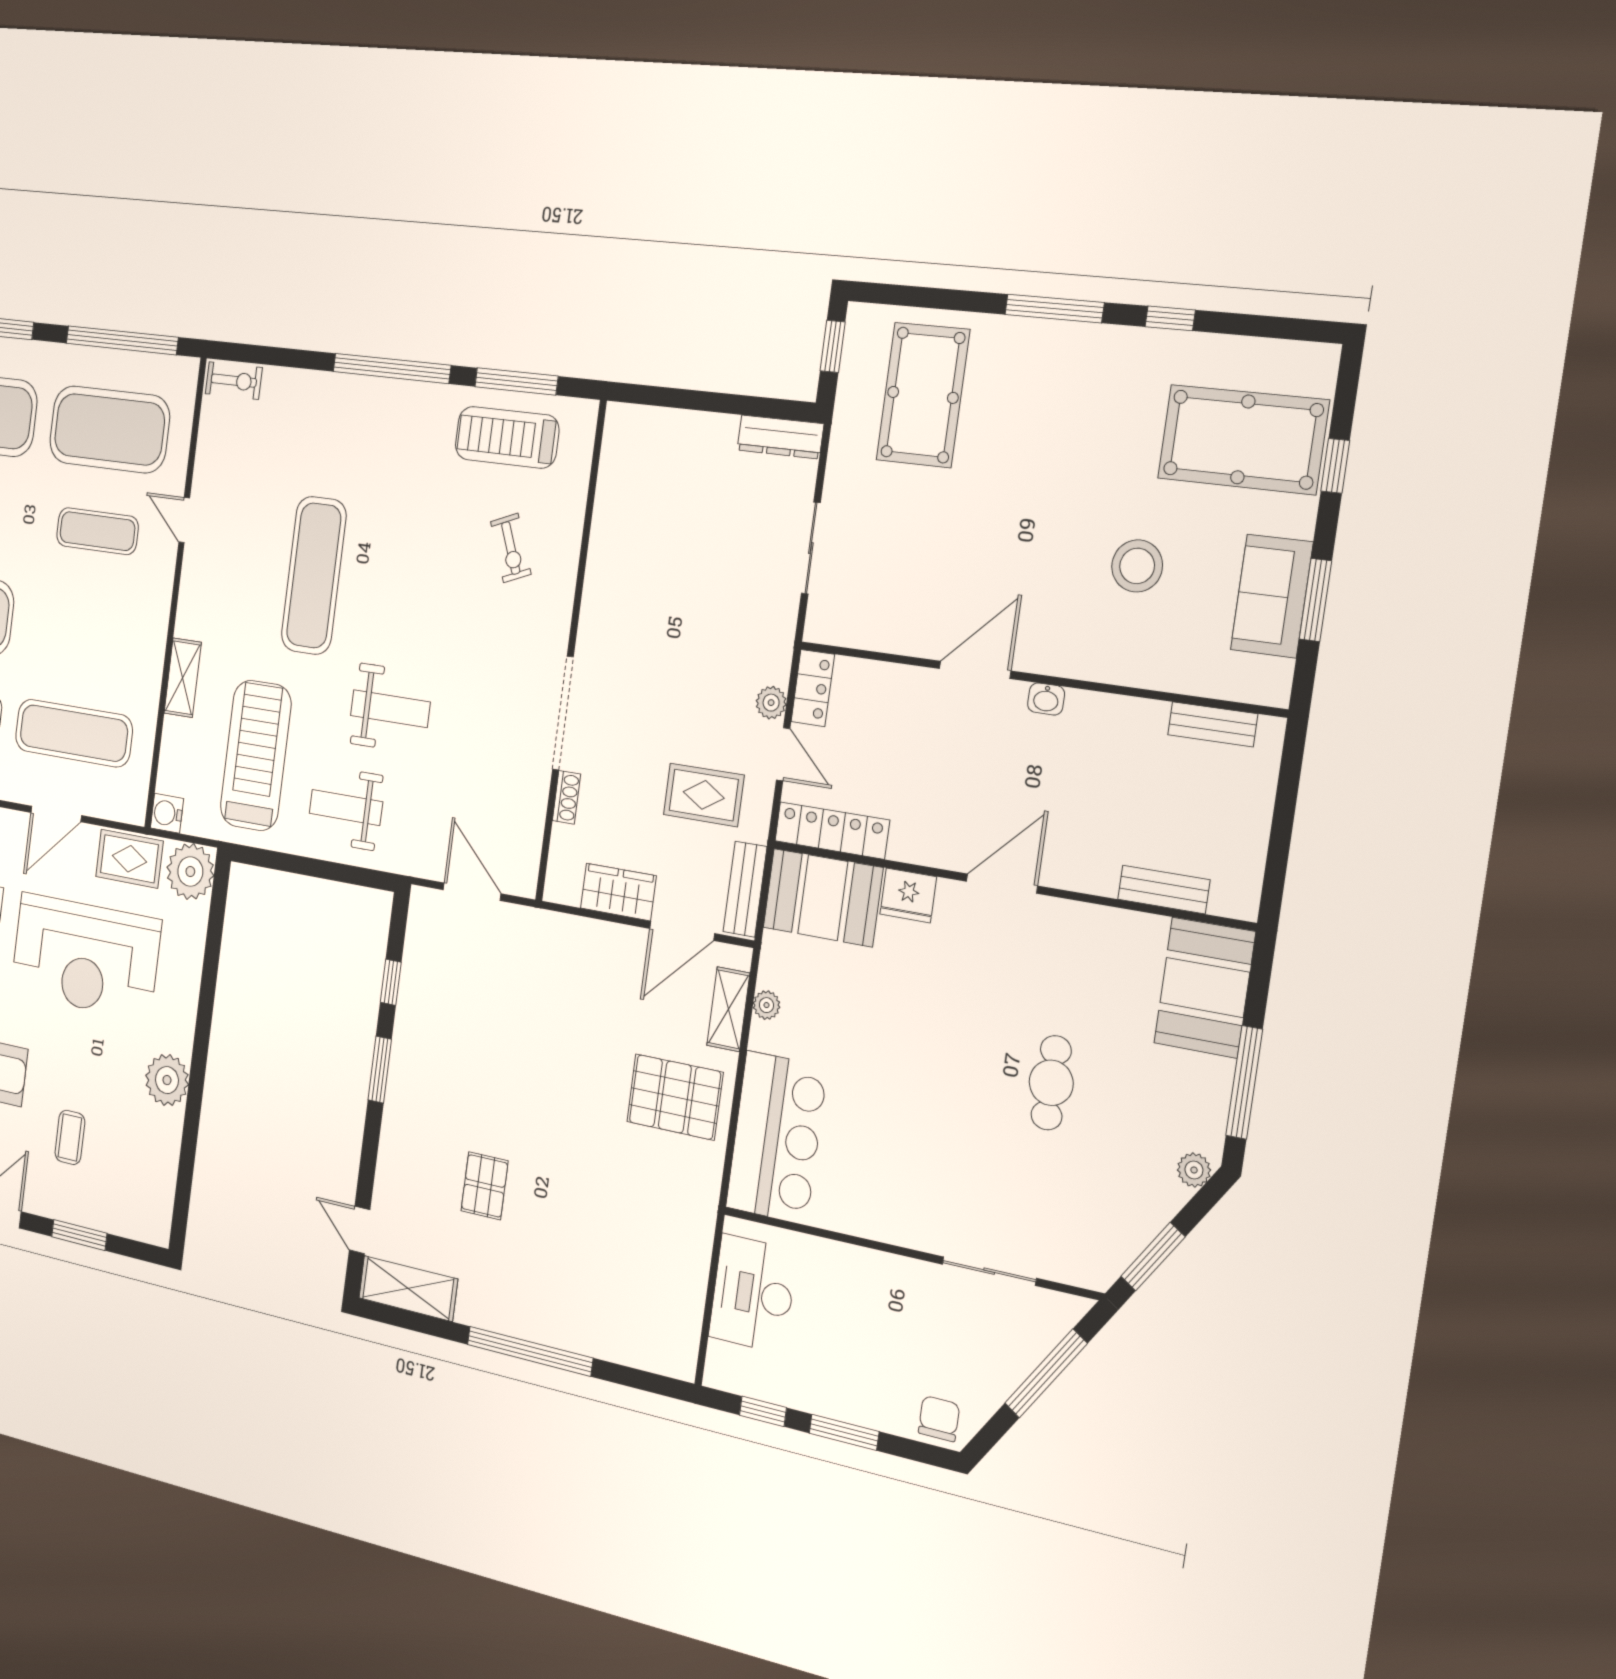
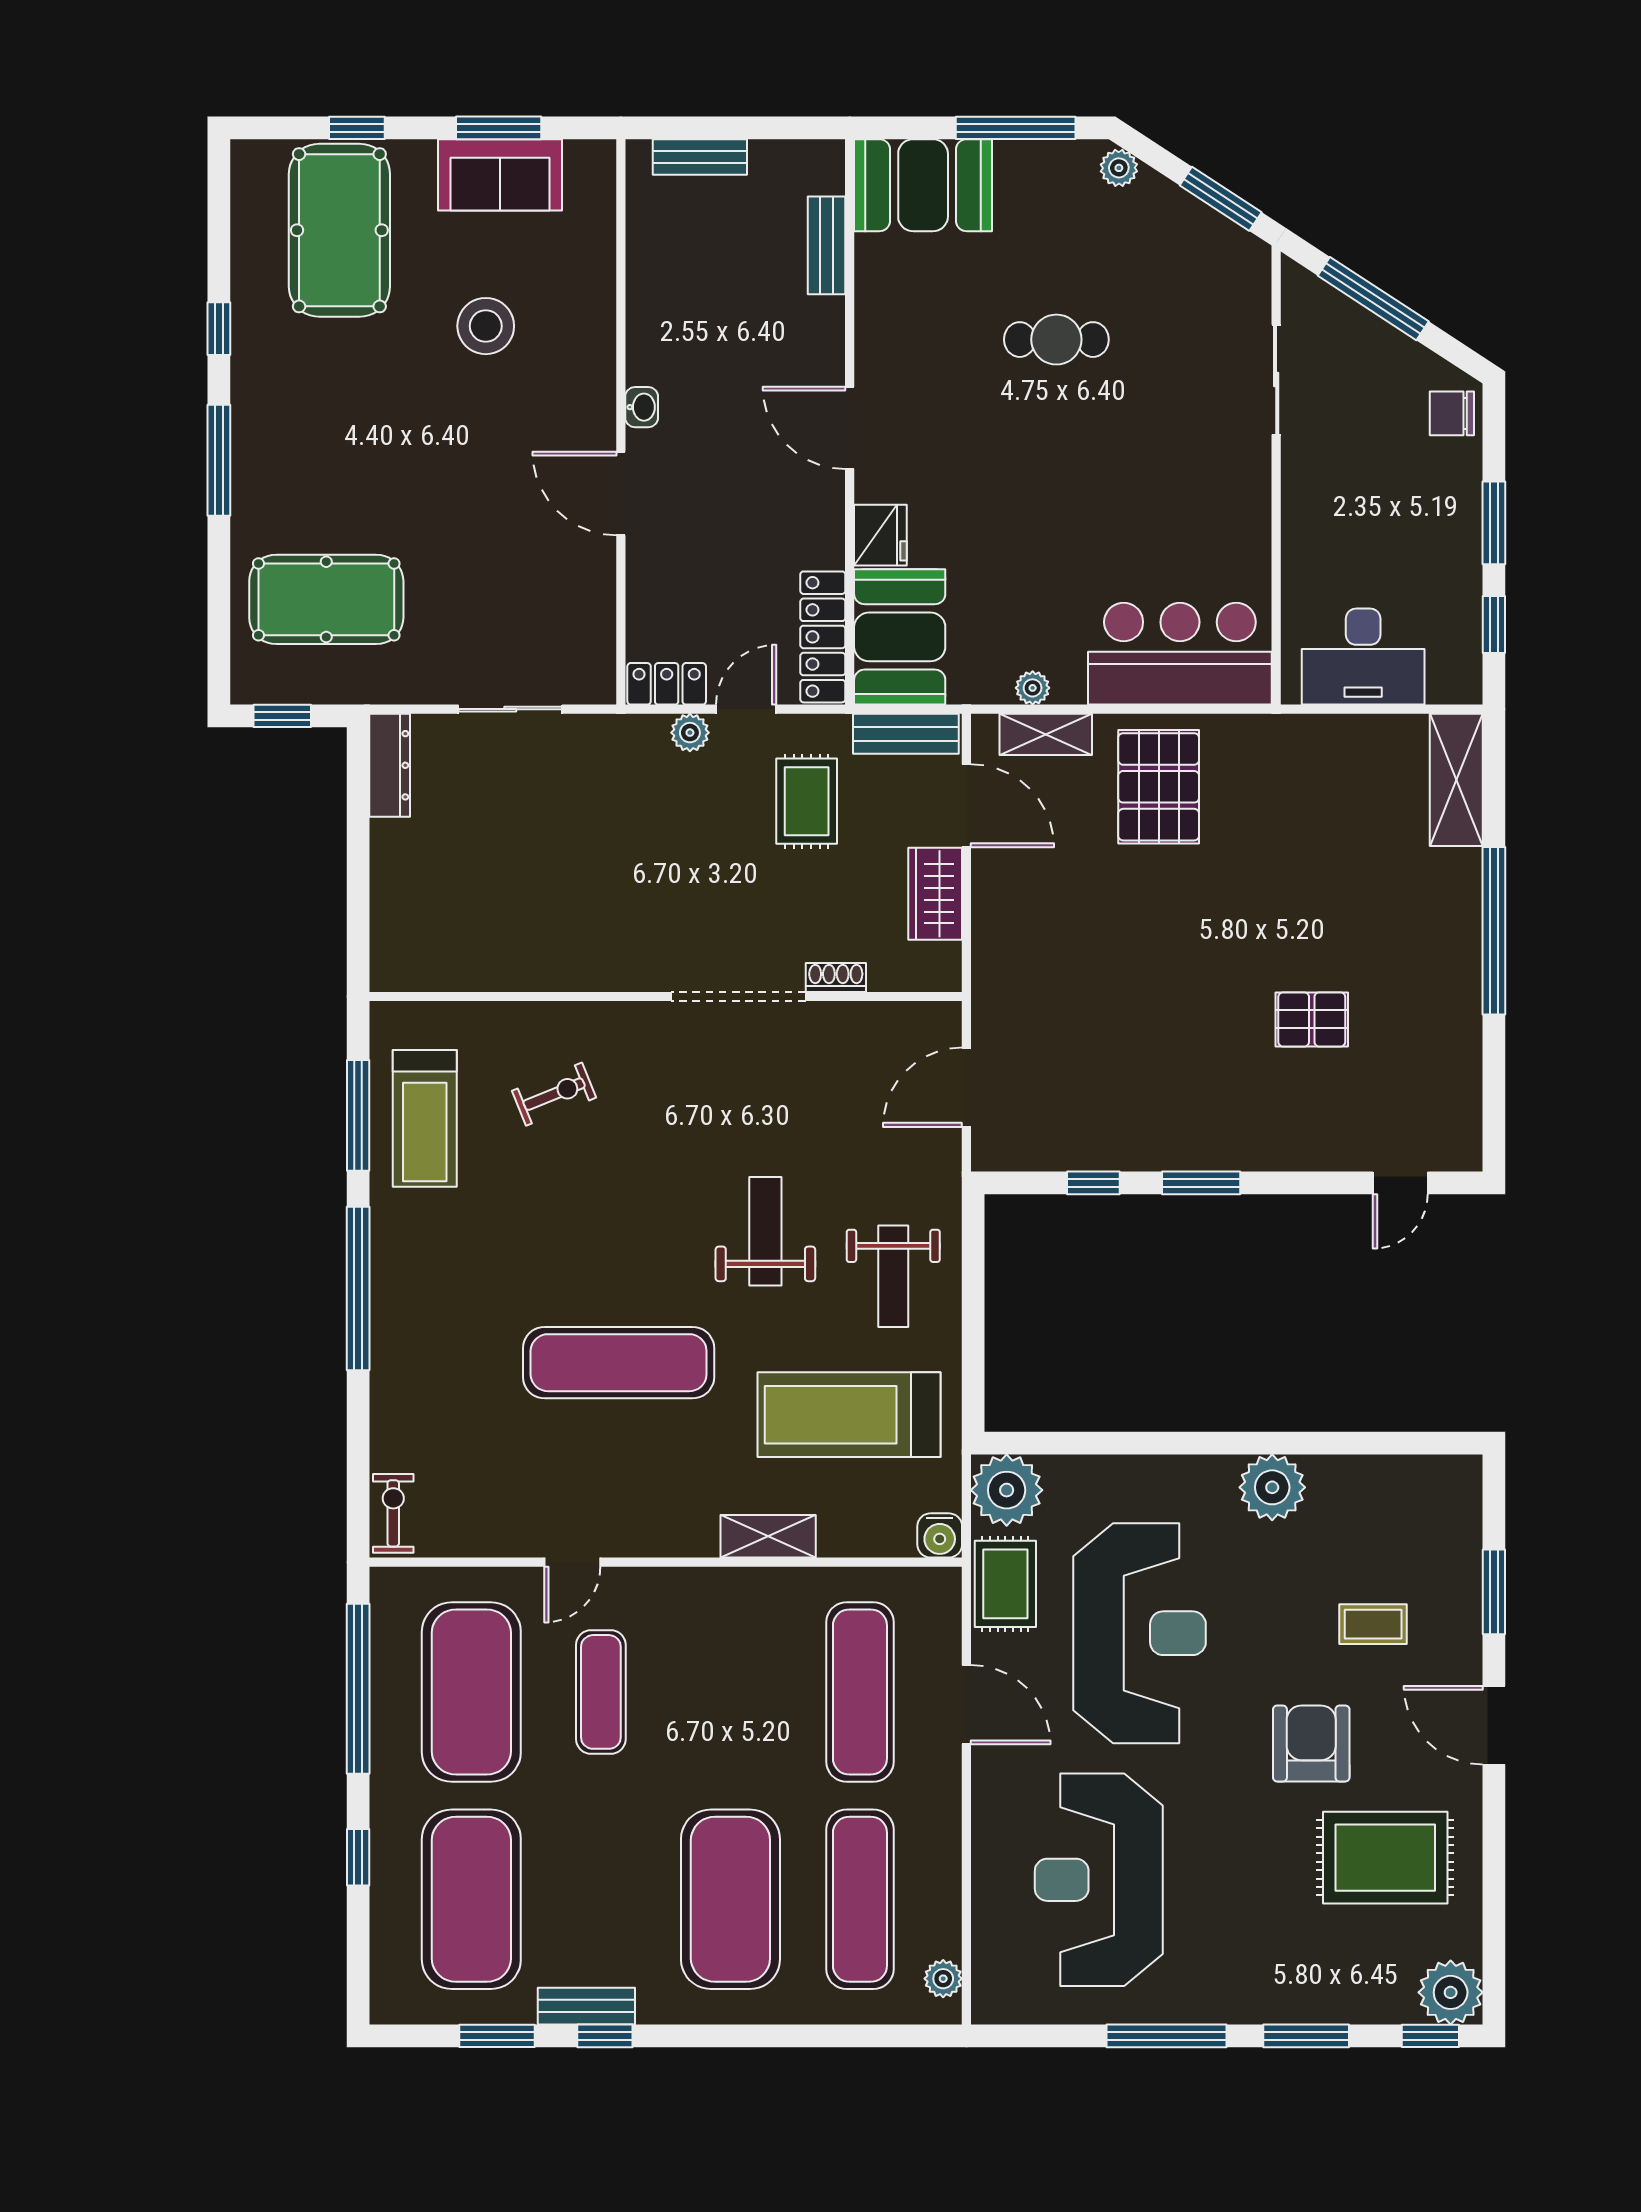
bench: (1213, 724) -> (700, 157), moved, turned 90
shelving: (408, 1288) -> (1456, 780), moved

